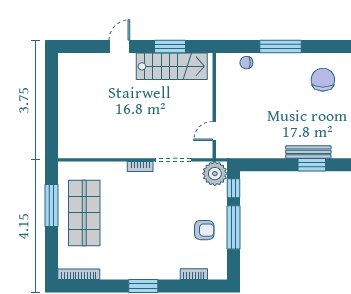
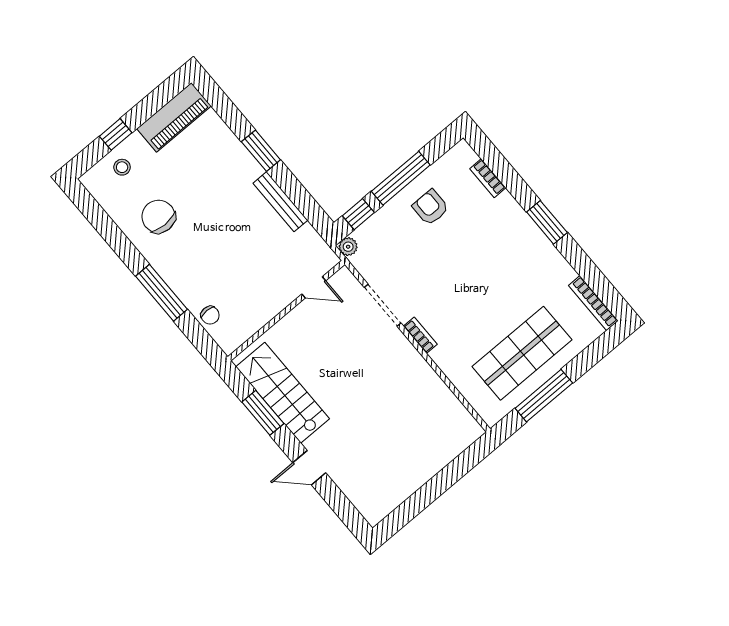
chair: (323, 80) -> (159, 217), turned 90
bench: (308, 152) -> (280, 202), moved
plant: (215, 174) -> (348, 247), width x0.53, depth x0.53

